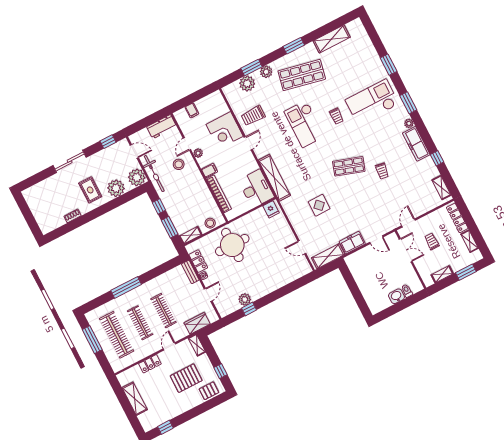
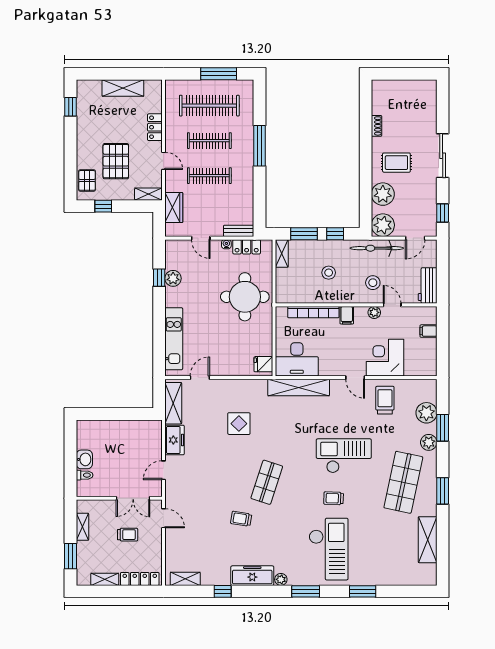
stool: (210, 223) -> (329, 273), moved
kitchen unit: (285, 278) -> (174, 339), added

